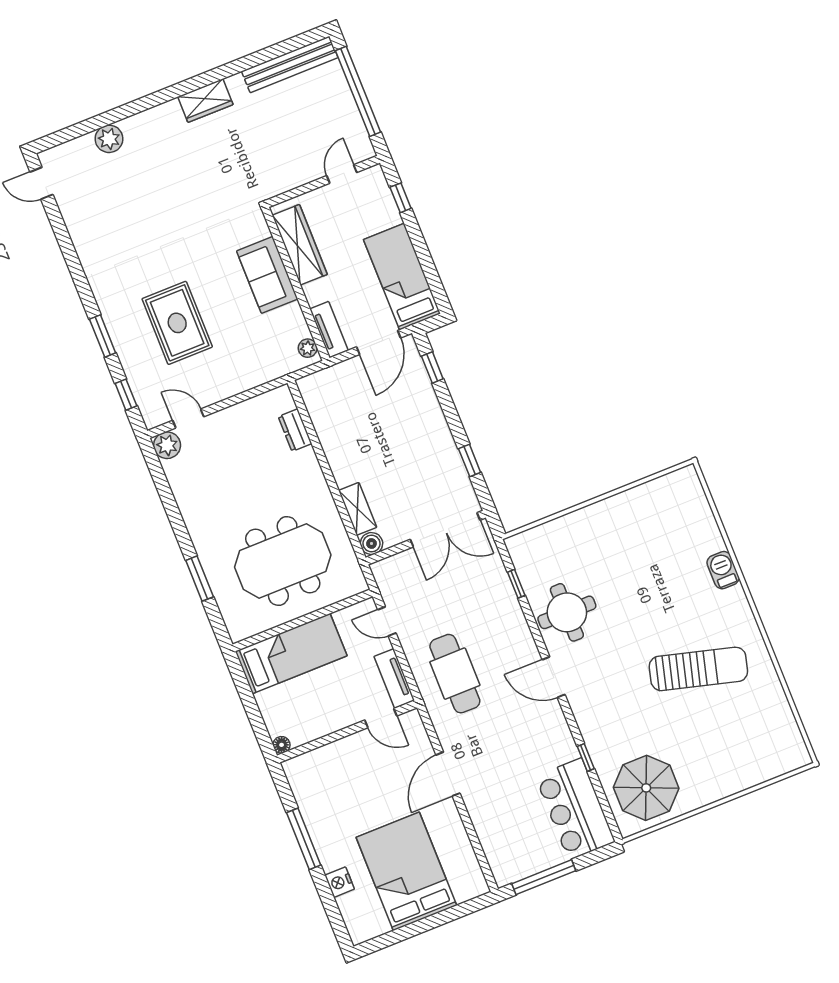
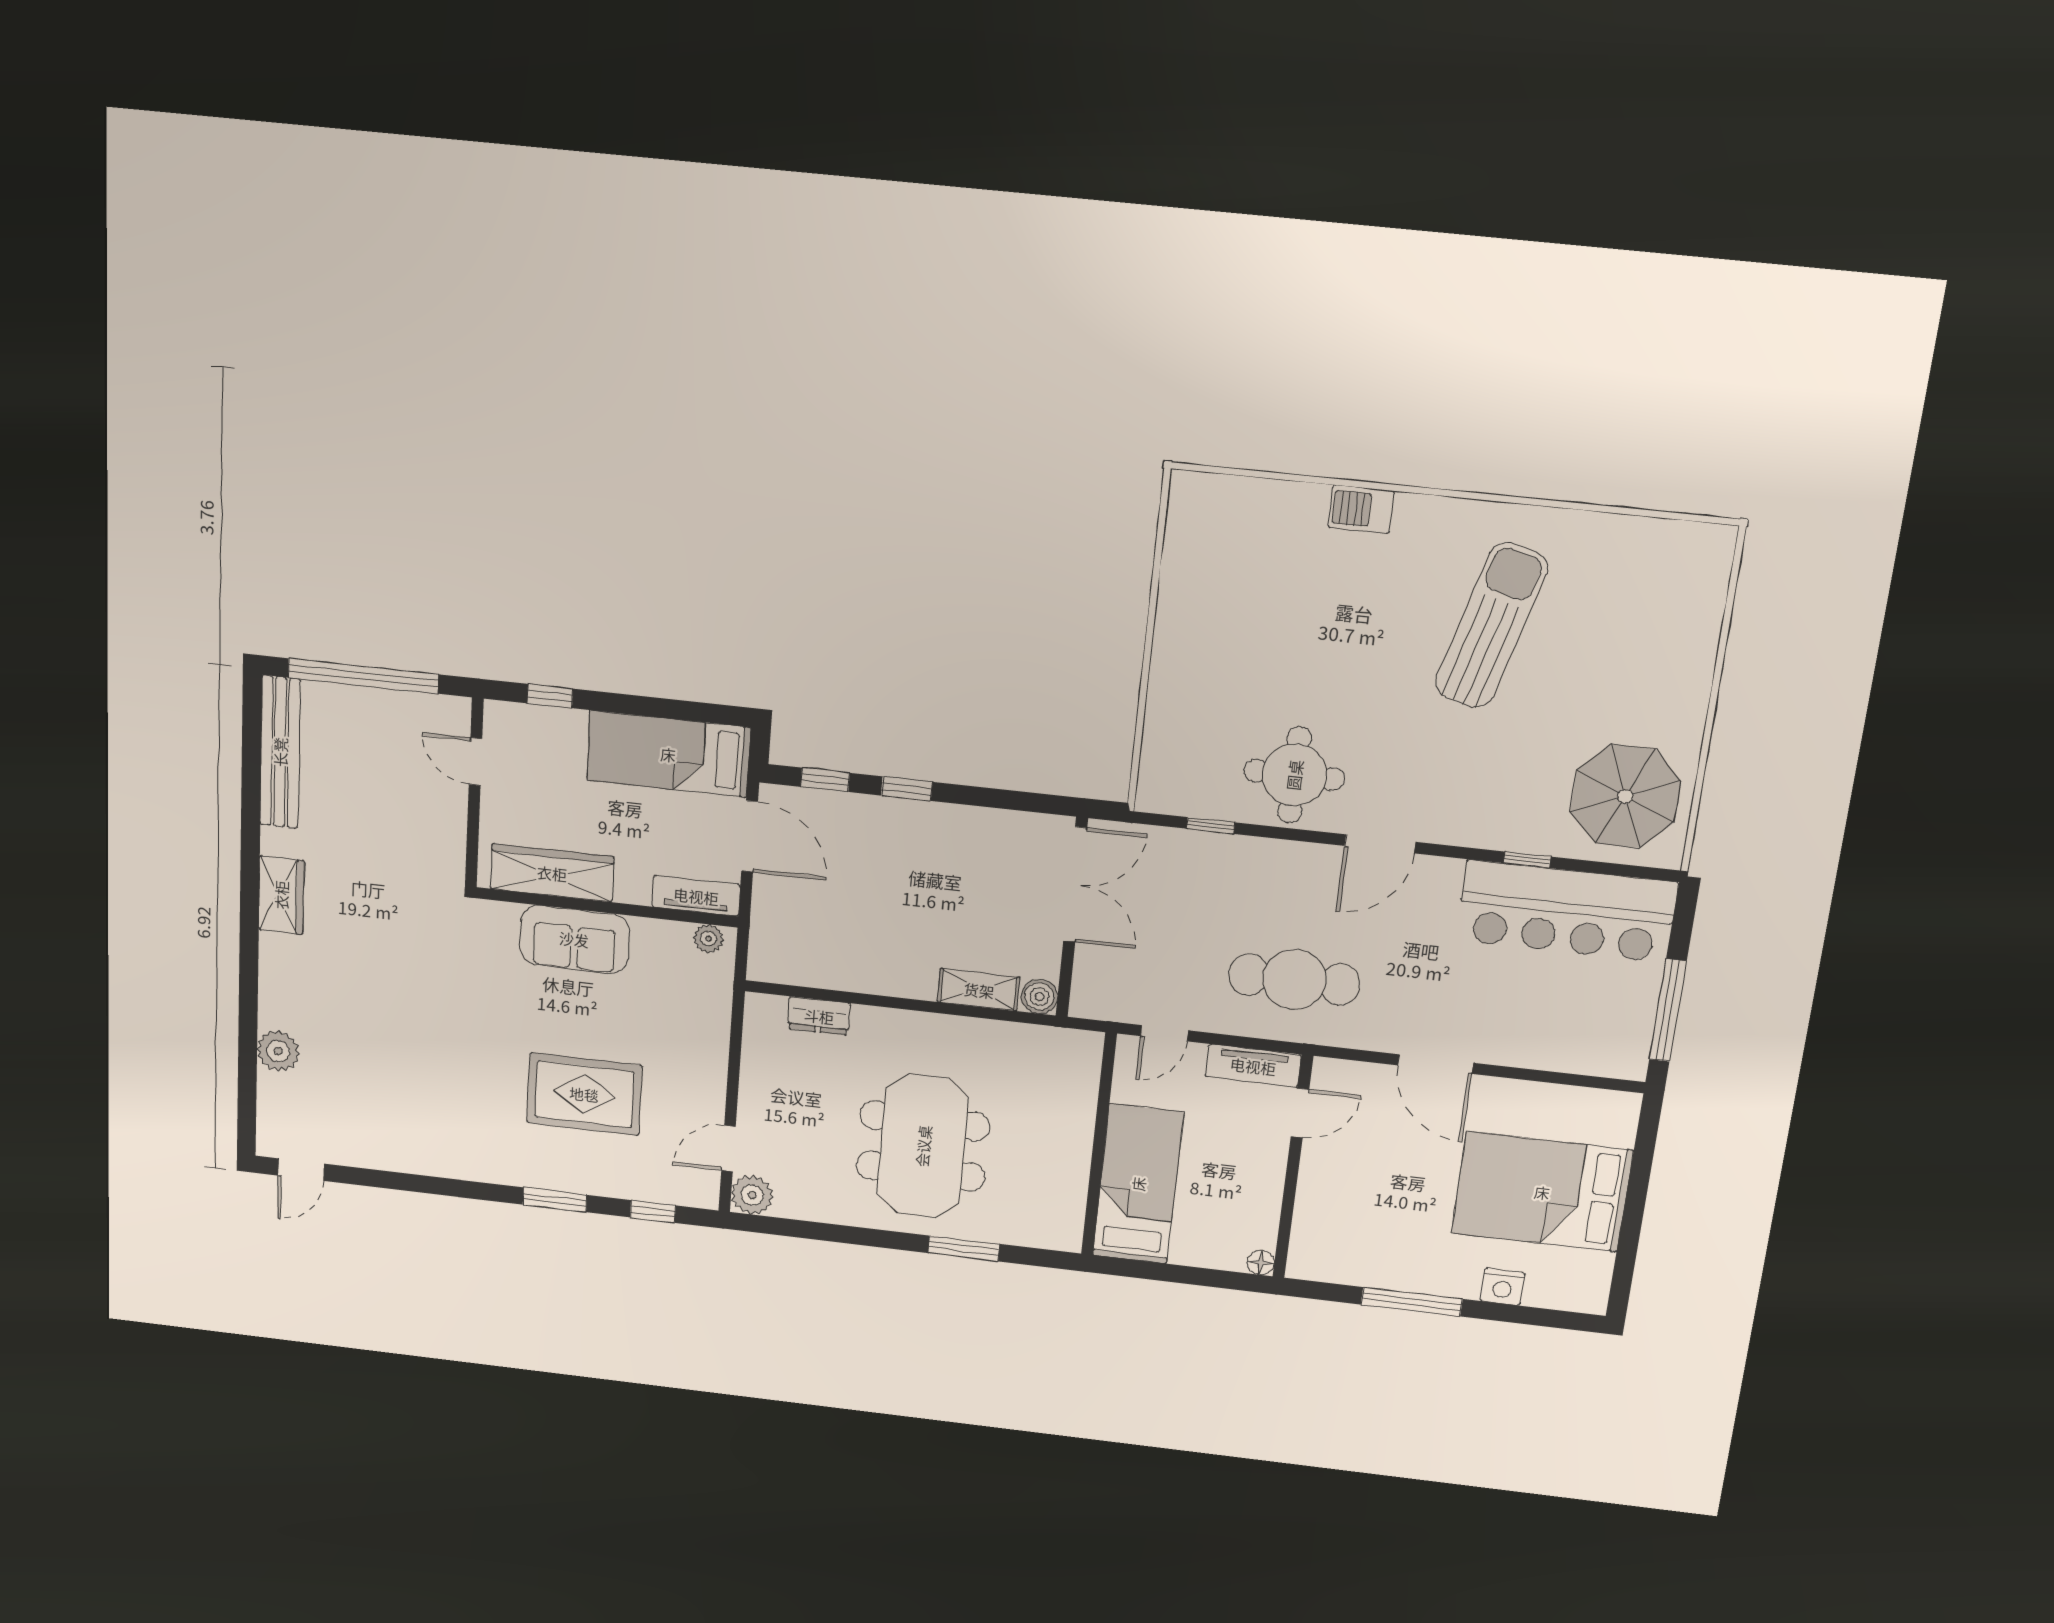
window: (470, 460) -> (907, 789), moved
meeting table: (283, 561) -> (923, 1146), moved
bar counter: (575, 809) -> (1566, 911), width x1.36

